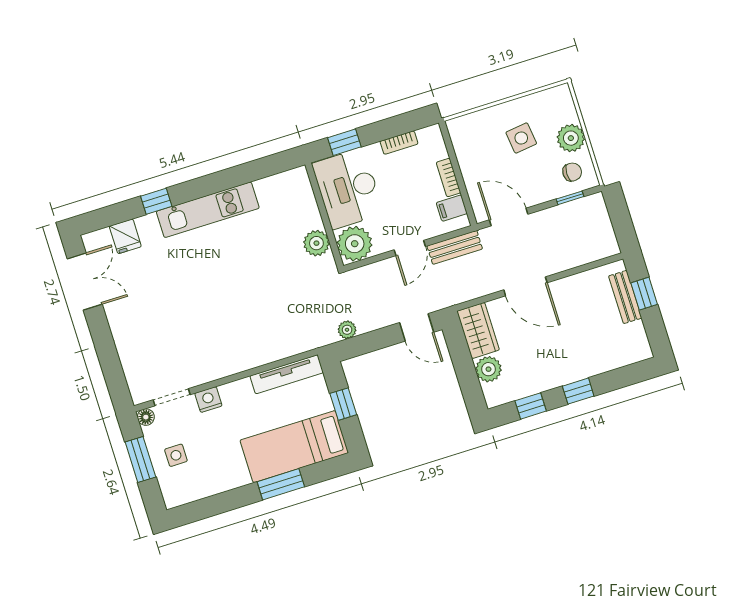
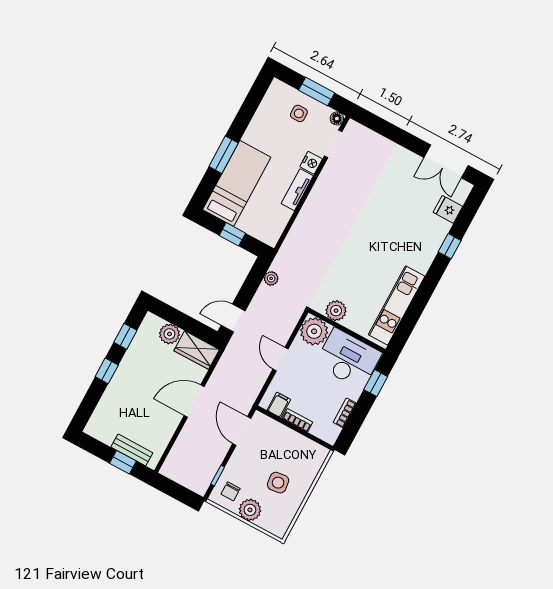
kitchen unit: (208, 210) -> (397, 305), moved
door: (509, 217) -> (242, 431), swing flipped
bench: (455, 247) -> (256, 384), removed
tv unit: (287, 374) -> (297, 190), moved, width x0.71

